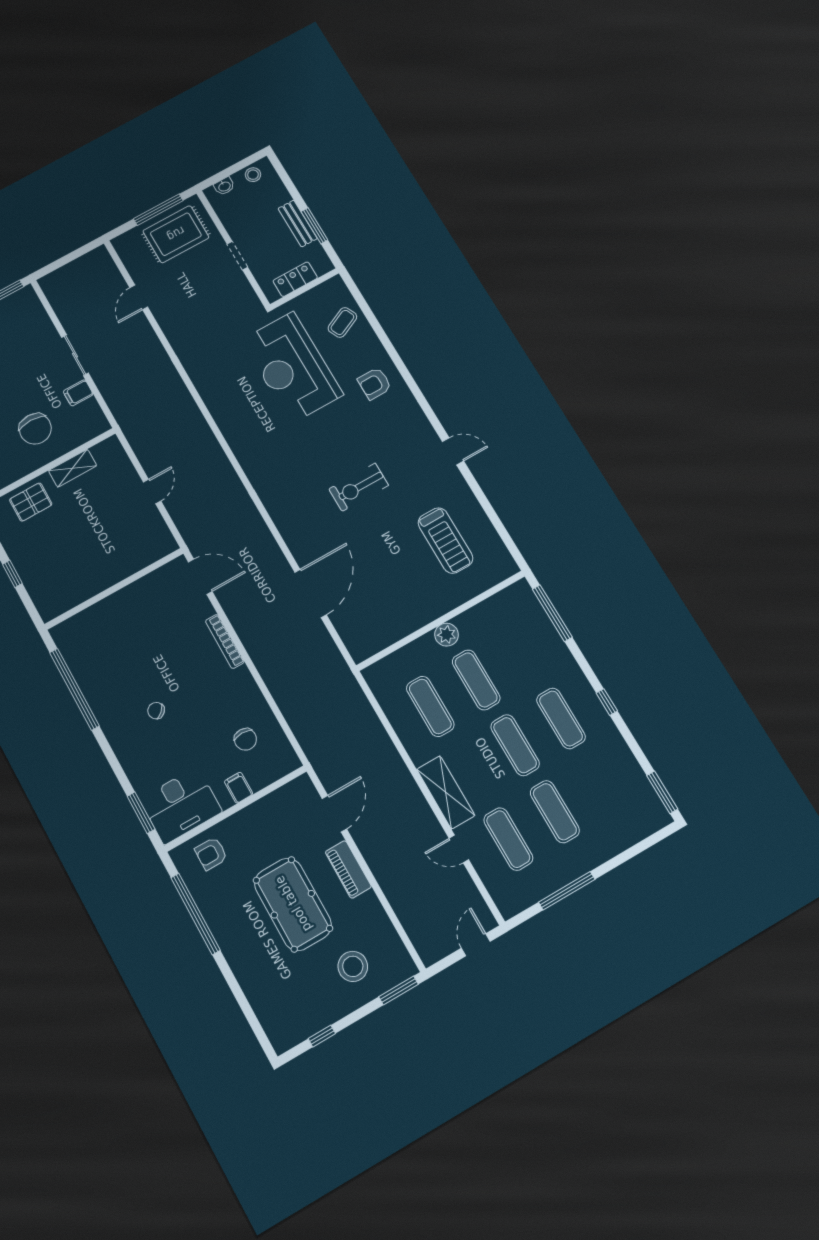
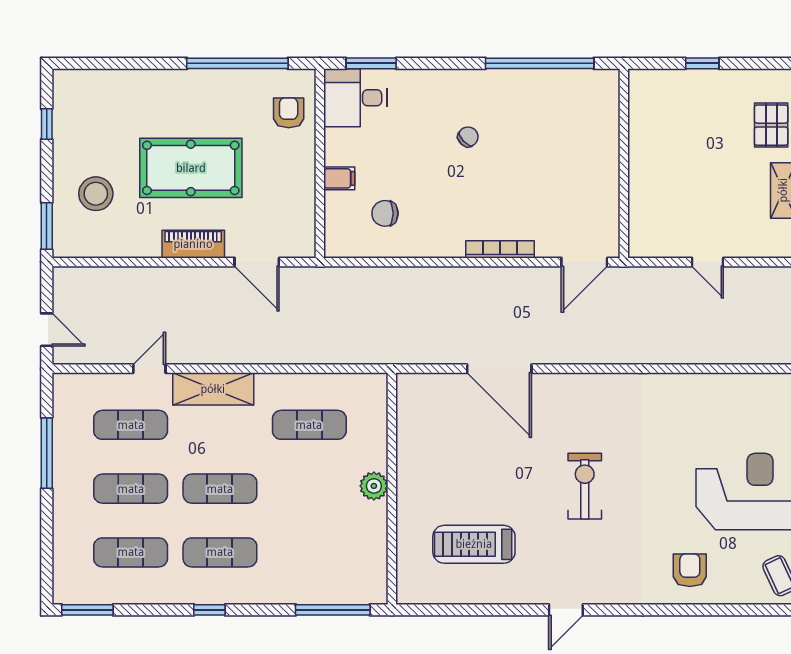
exercise mat: (476, 680) -> (131, 552), moved
desk: (181, 805) -> (355, 98), width x0.73

